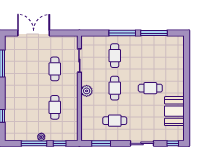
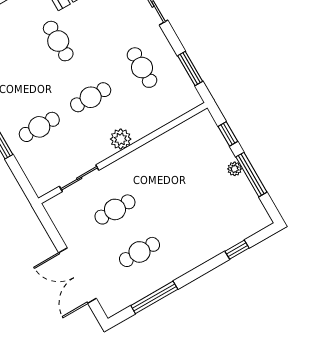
cafe table: (55, 107) -> (140, 252), moved

